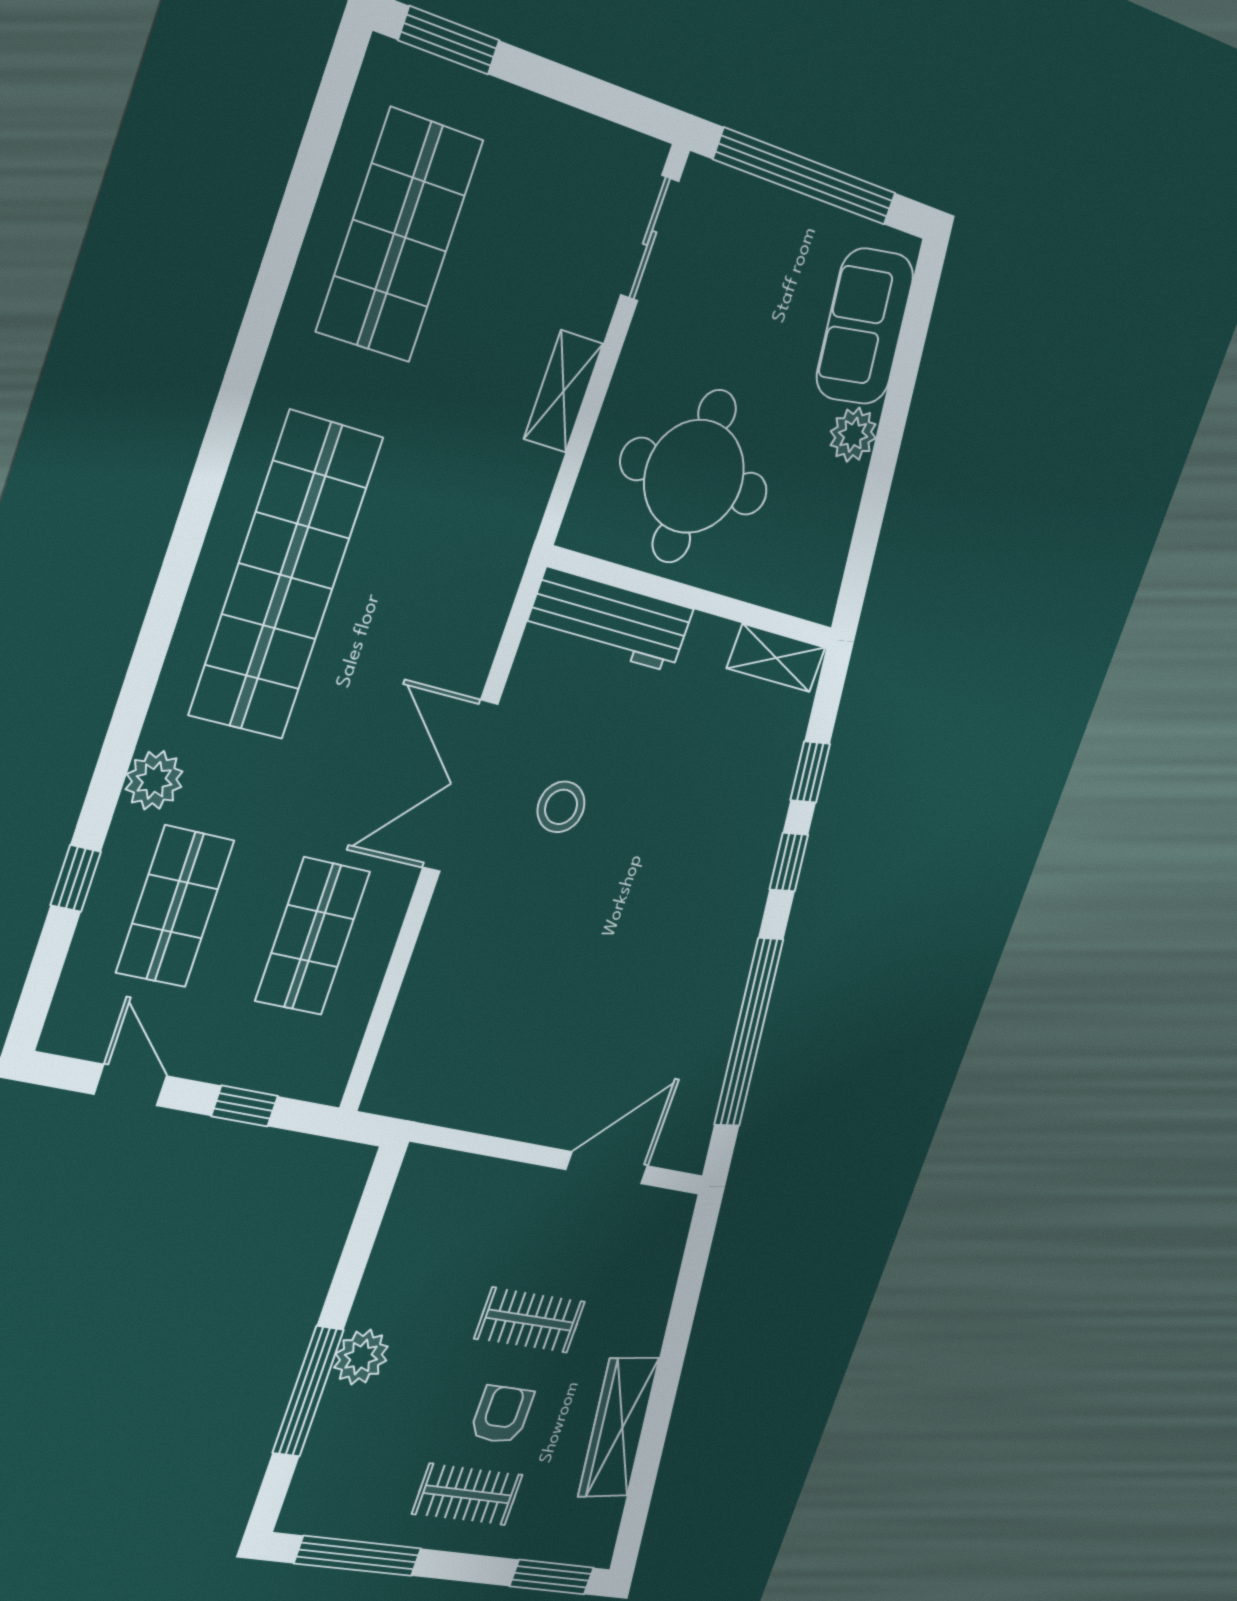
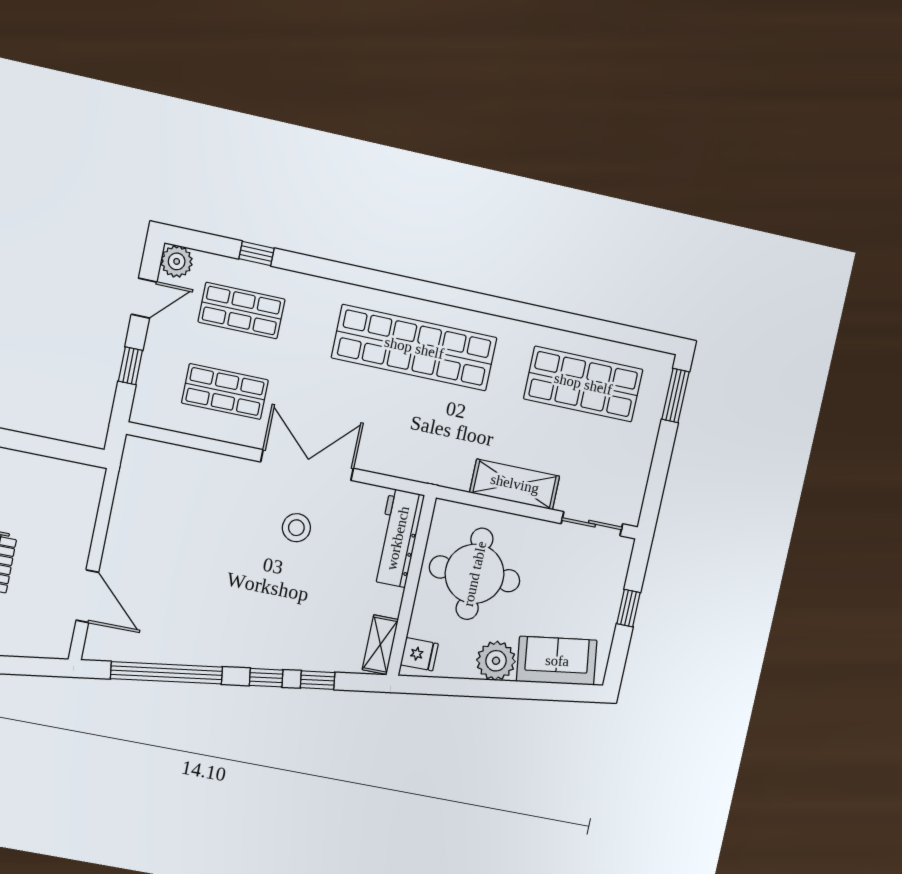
window: (805, 176) -> (629, 608), width x0.32
shelving: (563, 391) -> (515, 484), width x1.50, depth x1.33
plant: (853, 435) -> (496, 661), width x1.36, depth x1.36
fridge: (805, 587) -> (419, 654), added
plant: (154, 780) -> (177, 261), moved

